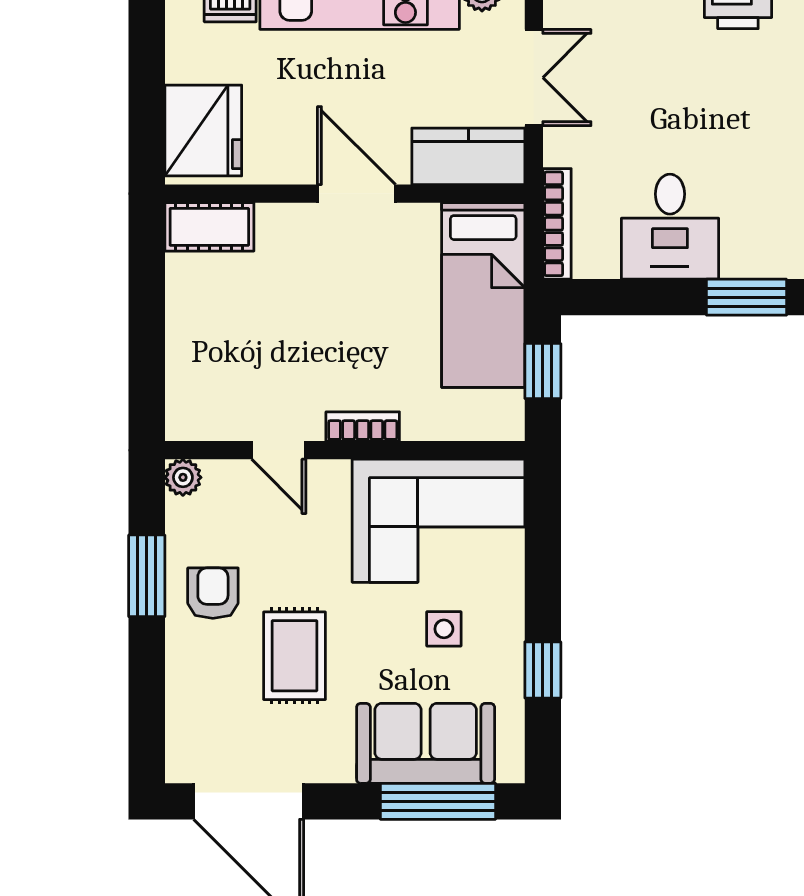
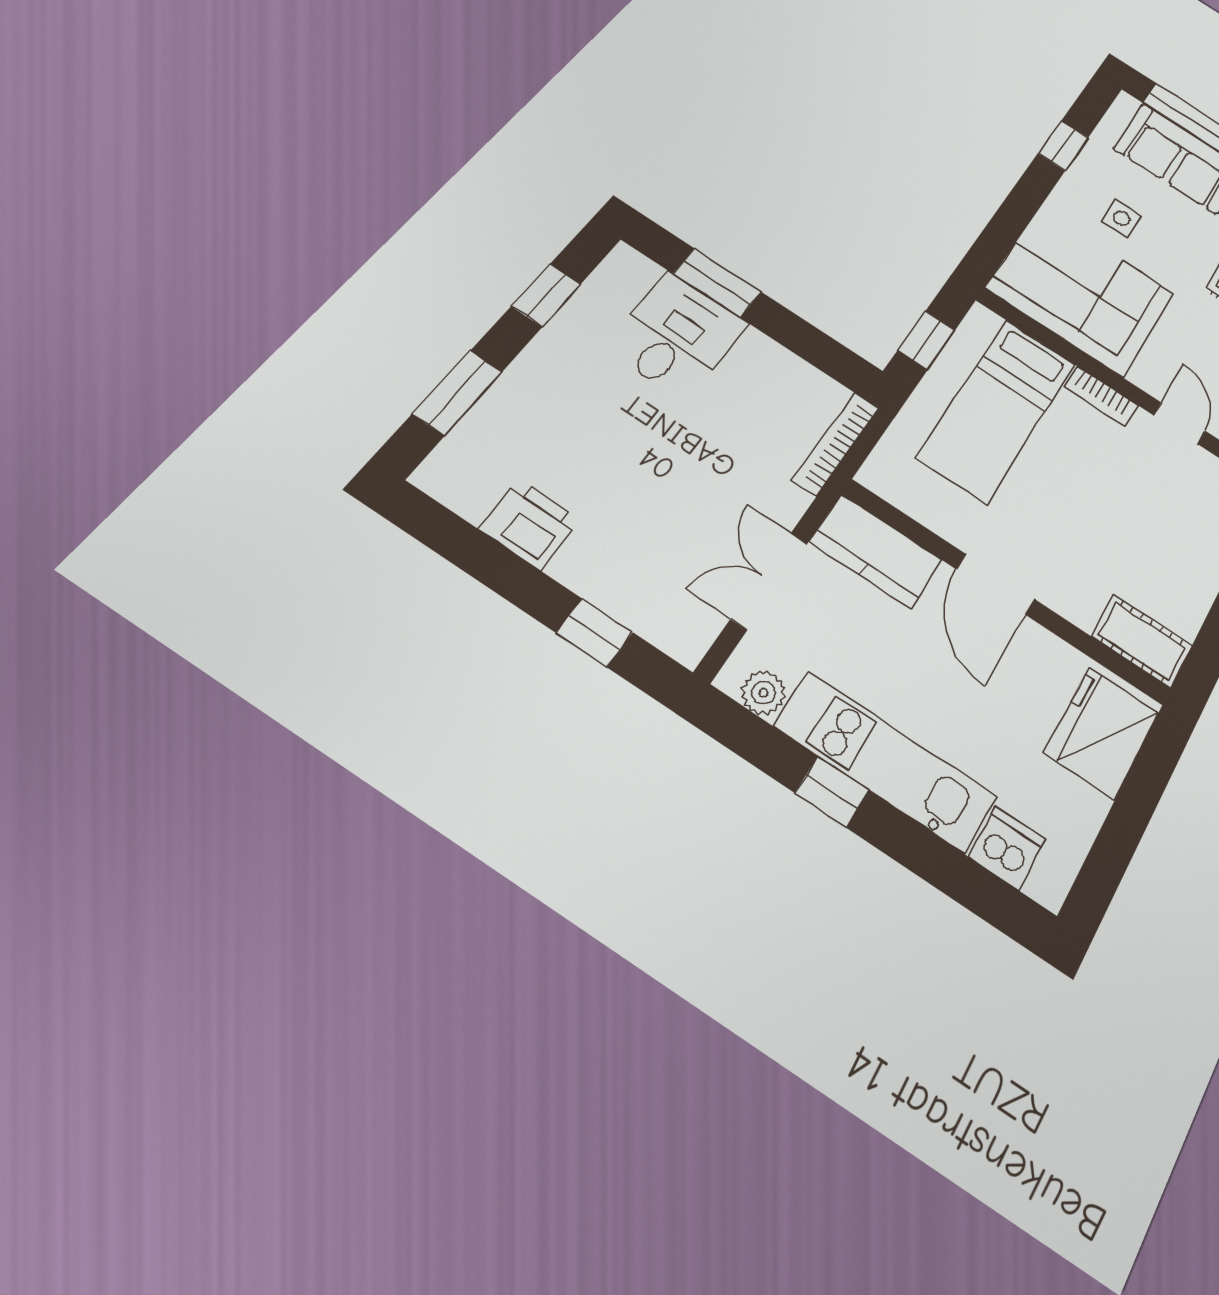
desk: (670, 227) -> (677, 336), moved
bed: (483, 295) -> (997, 410), moved, turned 180

